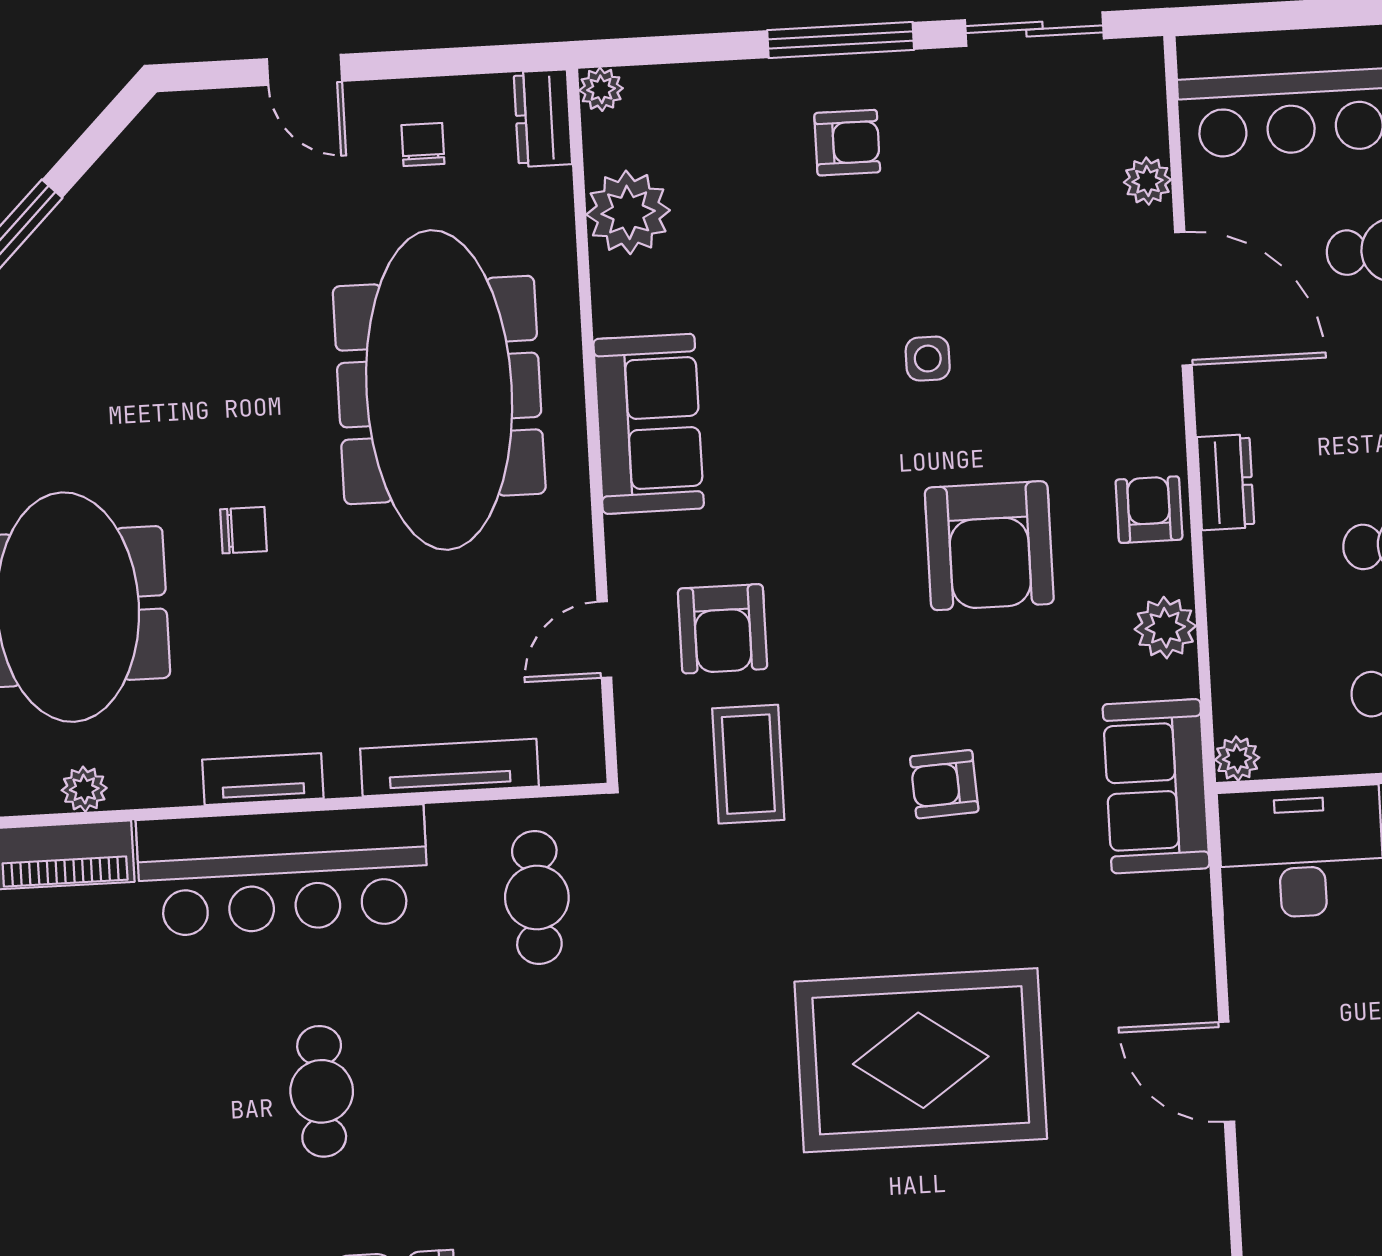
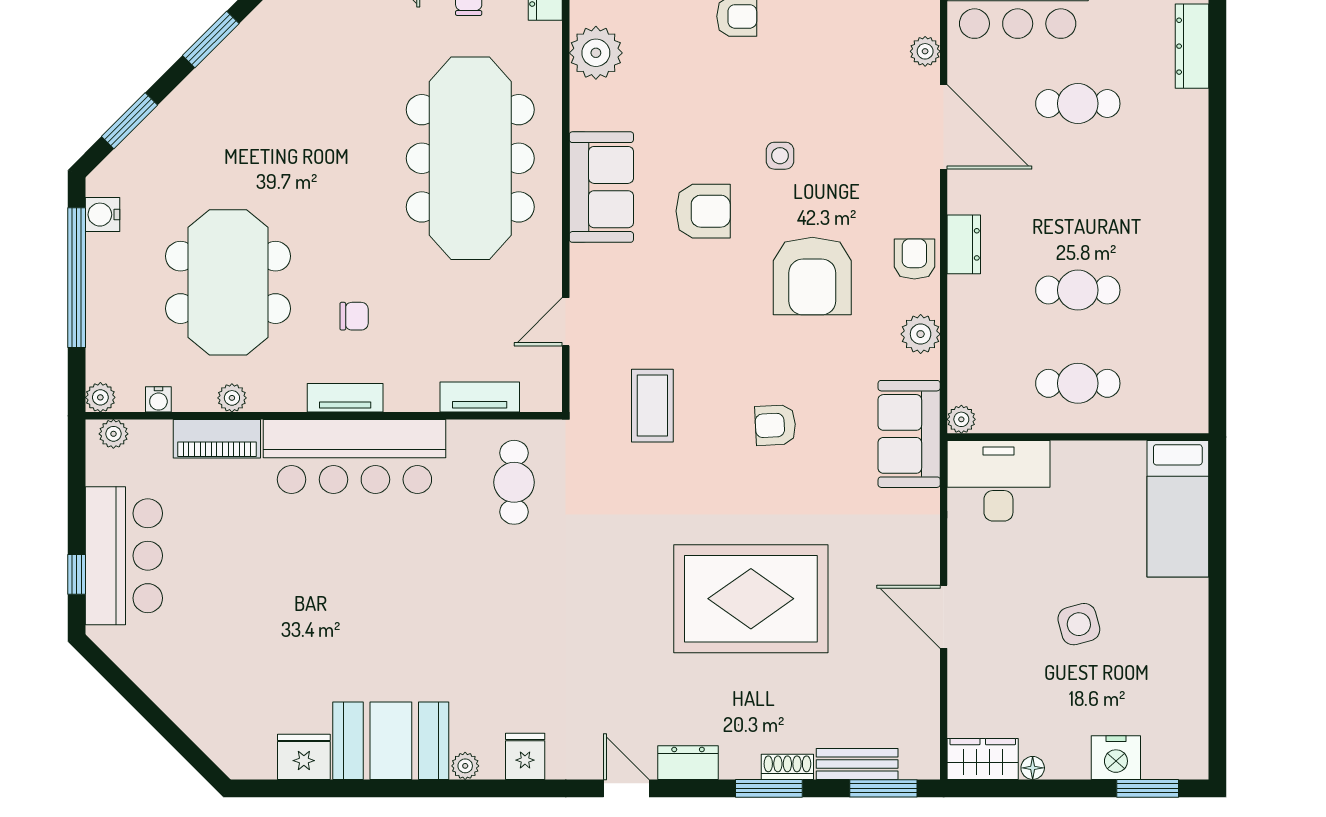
chair: (243, 530) -> (354, 316), moved
armchair: (723, 629) -> (703, 211), moved, turned -90
tv unit: (450, 767) -> (480, 397), width x0.71
cafe table: (322, 1091) -> (371, 597), removed

